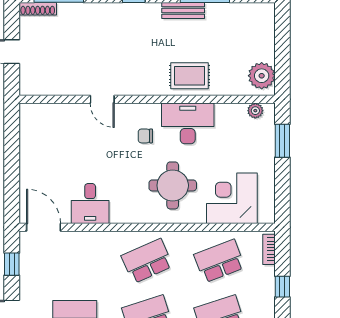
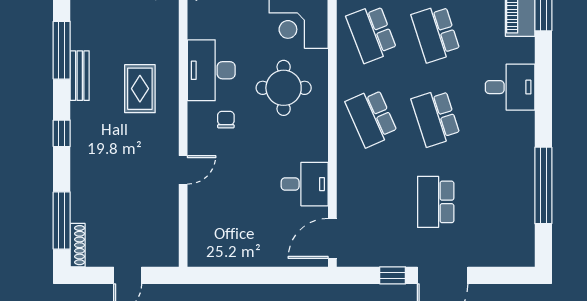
rug: (189, 76) -> (140, 89), moved
chair: (145, 136) -> (226, 120), turned 180
window: (12, 264) -> (393, 275), moved

